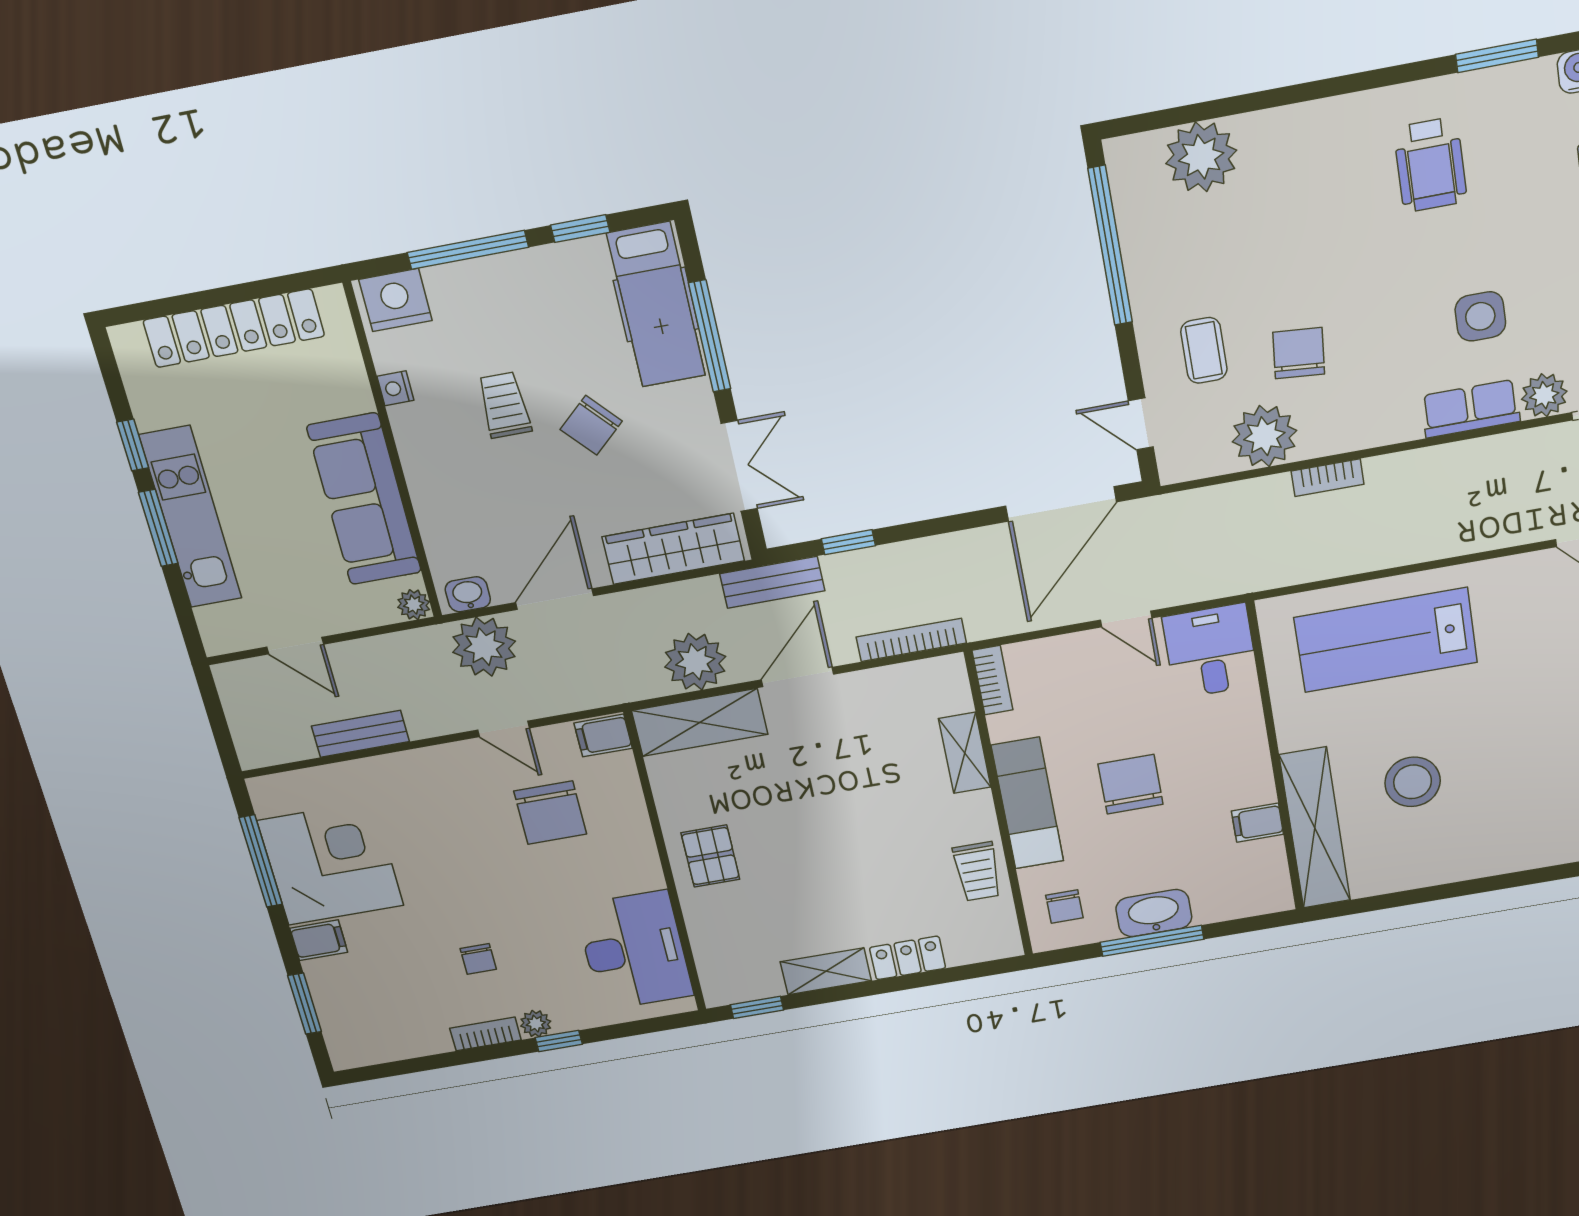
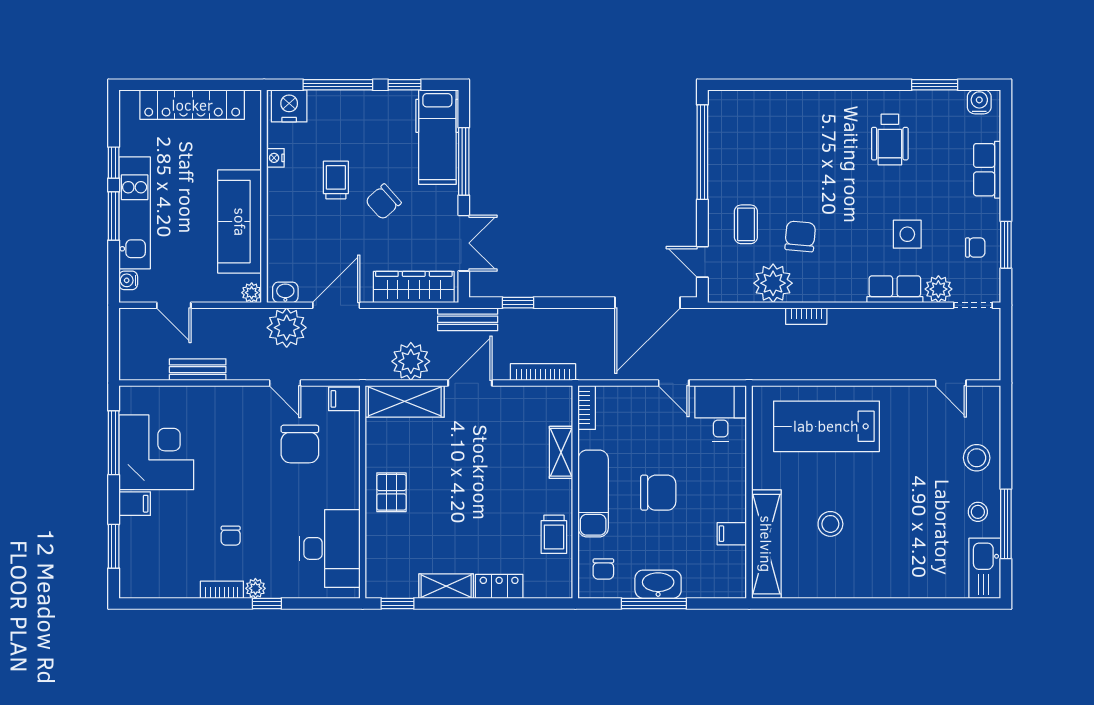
plant: (1201, 157) -> (762, 110), removed
water cooler: (211, 622) -> (128, 280), added
stool: (1413, 782) -> (830, 524), width x0.73, depth x0.73
chair: (1131, 784) -> (658, 493), turned 90

